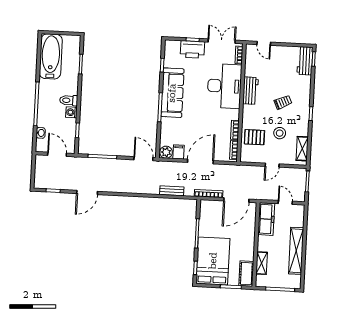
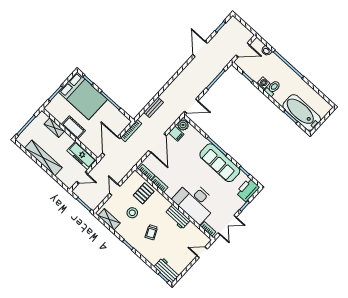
printer: (192, 49) -> (248, 190), moved
bathtub: (51, 56) -> (302, 113), moved, turned 180
cot: (246, 274) -> (73, 128), moved

